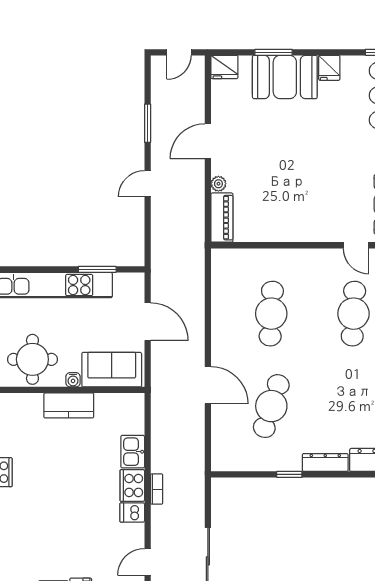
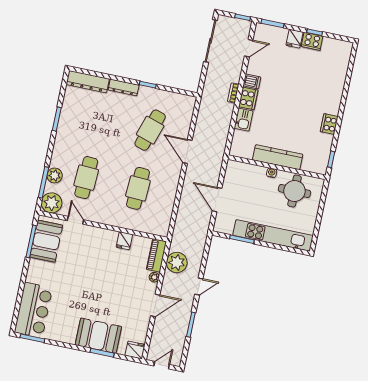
fridge: (329, 68) -> (124, 241), moved, turned 180
plant: (189, 213) -> (177, 263), added
sofa: (112, 370) -> (246, 174), removed
kitchen counter: (69, 405) -> (278, 157), width x1.50

